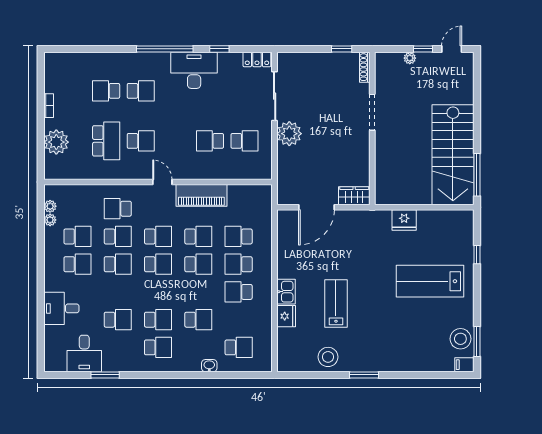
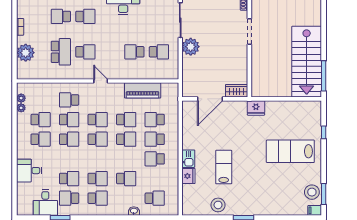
piano: (201, 195) -> (143, 90), moved
fridge: (404, 220) -> (256, 108), moved
school desk: (118, 347) -> (69, 198), added

